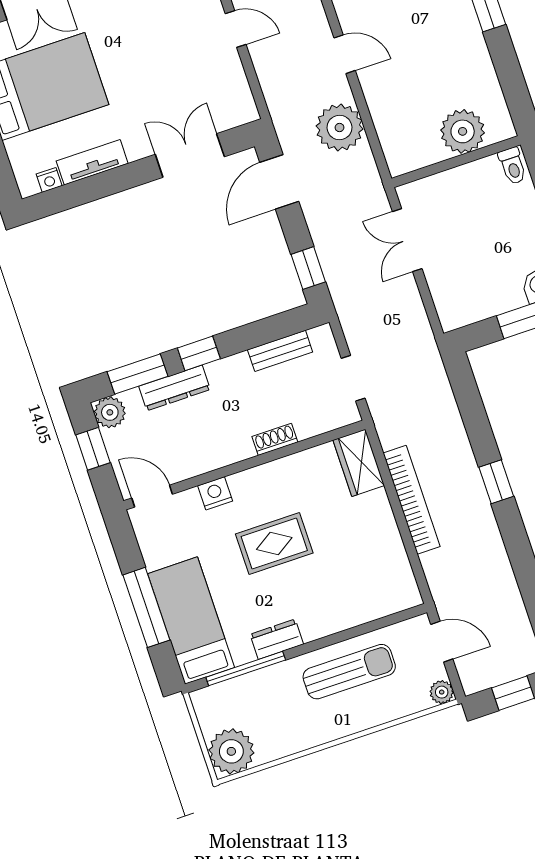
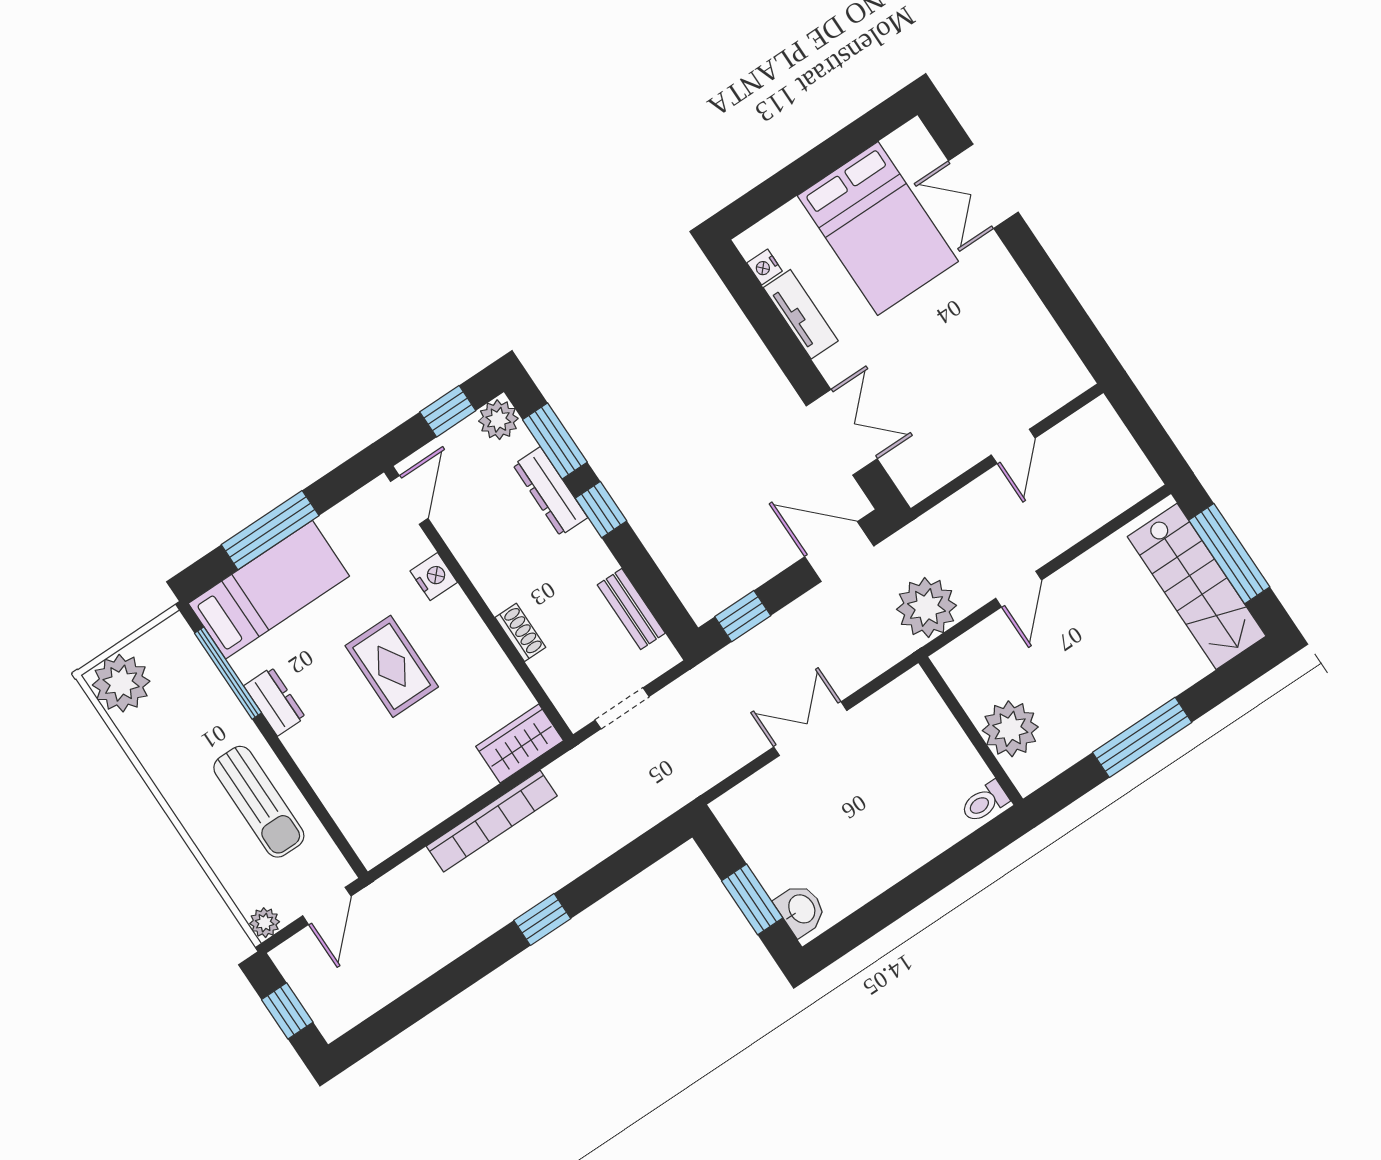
plant: (463, 131) -> (1010, 729), moved
wall: (456, 162) -> (971, 731), moved
toilet: (513, 166) -> (985, 802), moved

